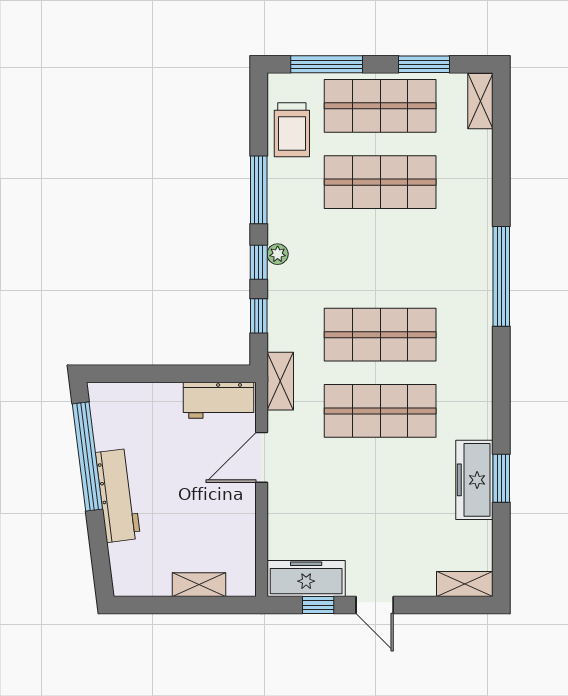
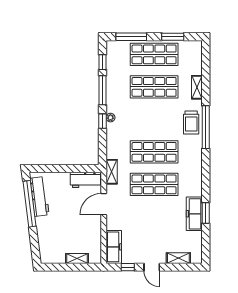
shelving: (480, 101) -> (197, 87), moved
trolley: (292, 130) -> (191, 122), moved
window: (259, 316) -> (102, 62), moved
workbench: (118, 495) -> (39, 196), moved
freezer: (306, 579) -> (114, 247), moved, turned 90
shelving: (465, 584) -> (178, 258), moved

